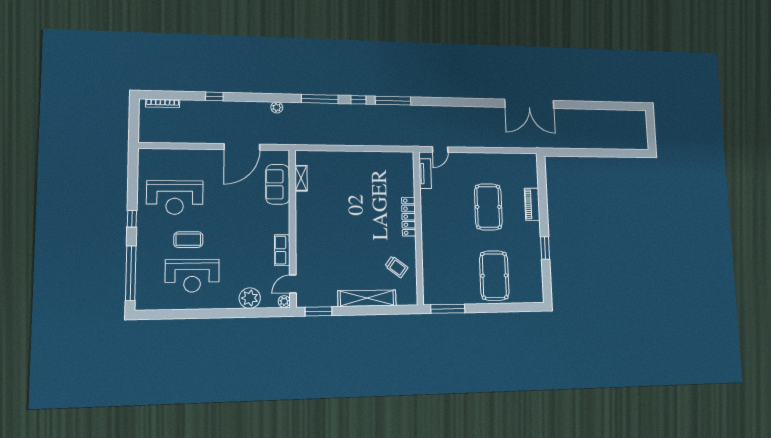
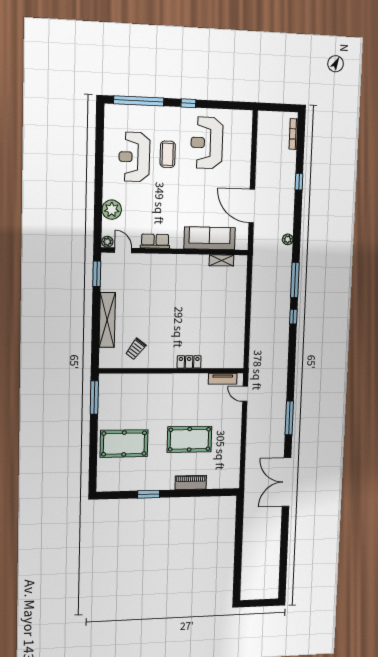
window: (393, 101) -> (289, 418), moved
sofa: (278, 184) -> (210, 238), width x1.36
locker: (409, 217) -> (189, 362), width x0.66

